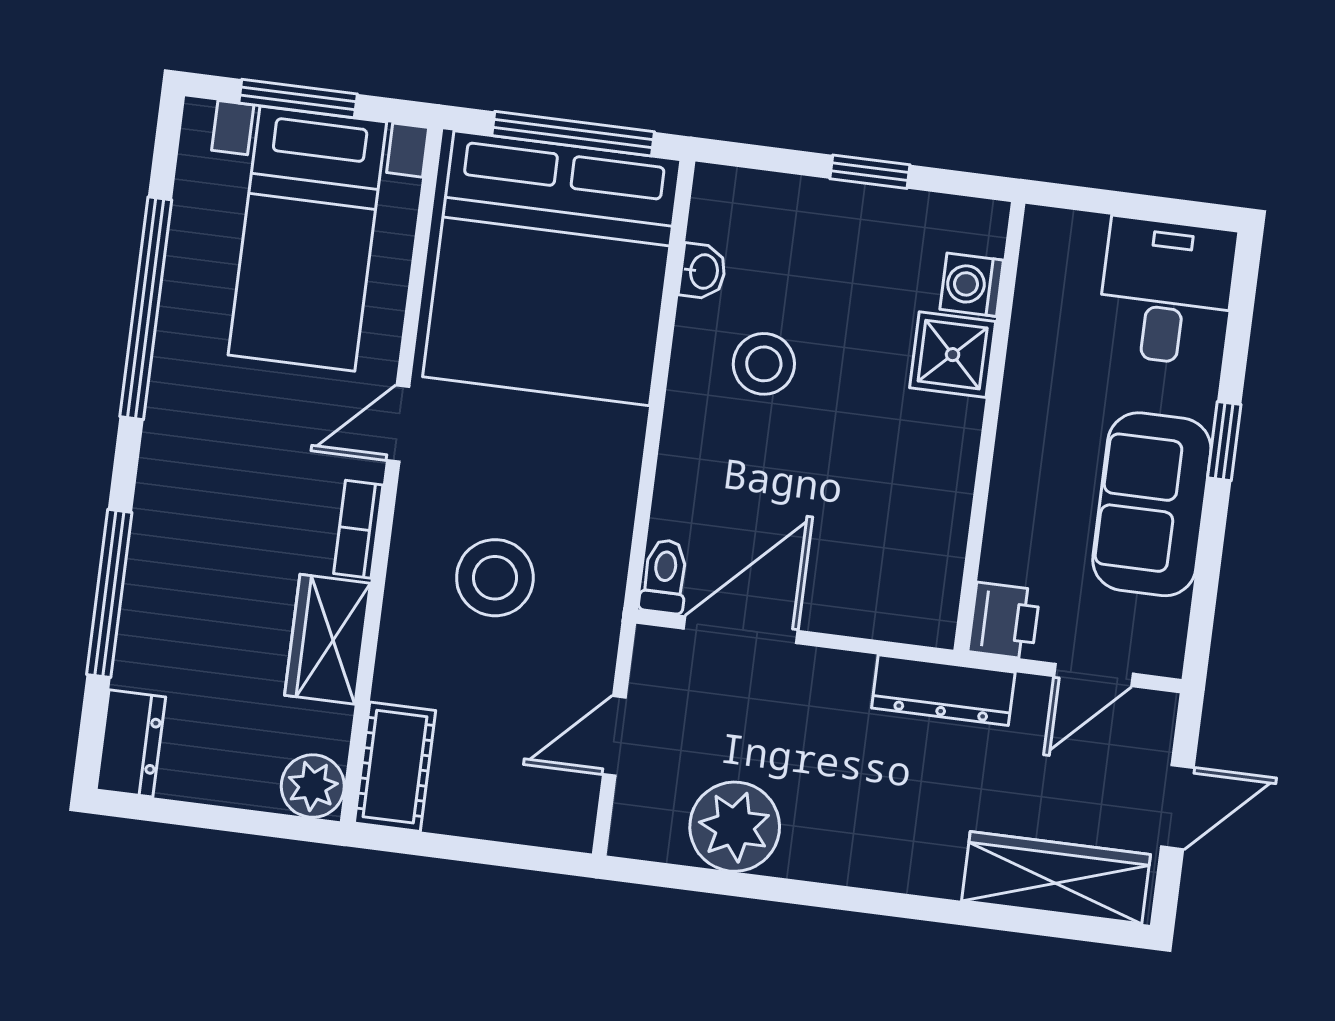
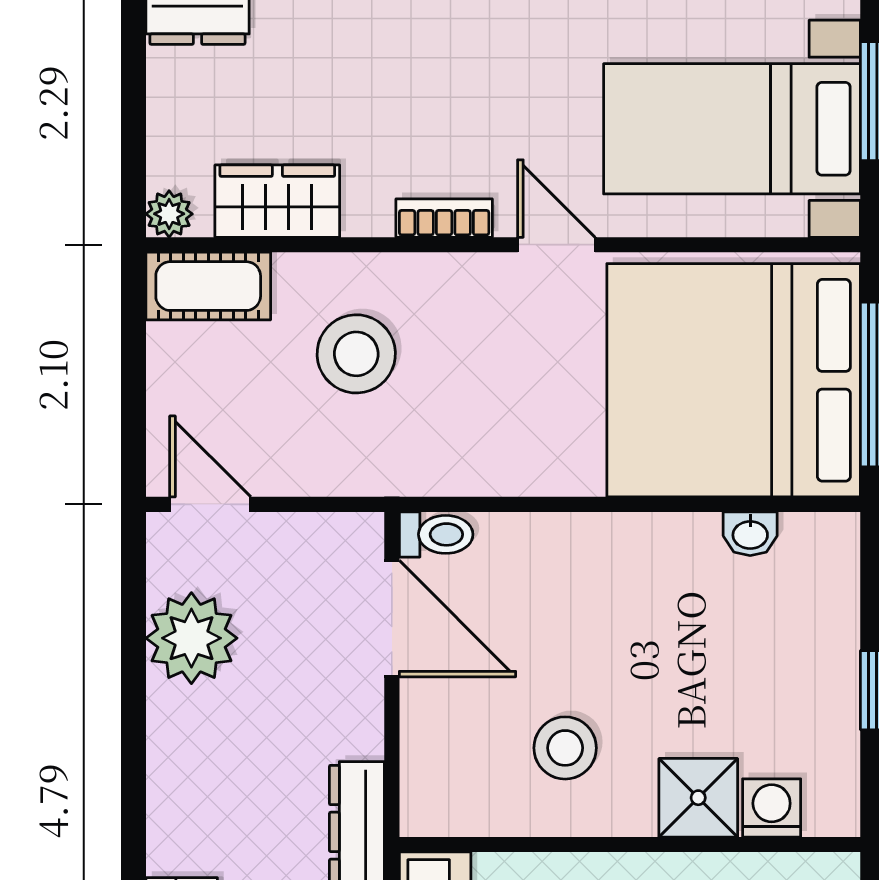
stool: (764, 364) -> (565, 748), moved
stool: (495, 578) -> (356, 354), moved
wardrobe: (327, 639) -> (277, 201), moved
door: (614, 736) -> (210, 504), moved
plant: (313, 786) -> (169, 214), width x0.73, depth x0.73

